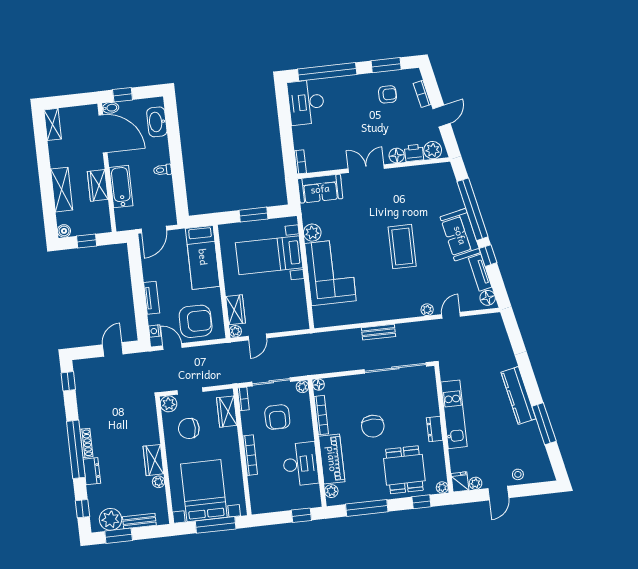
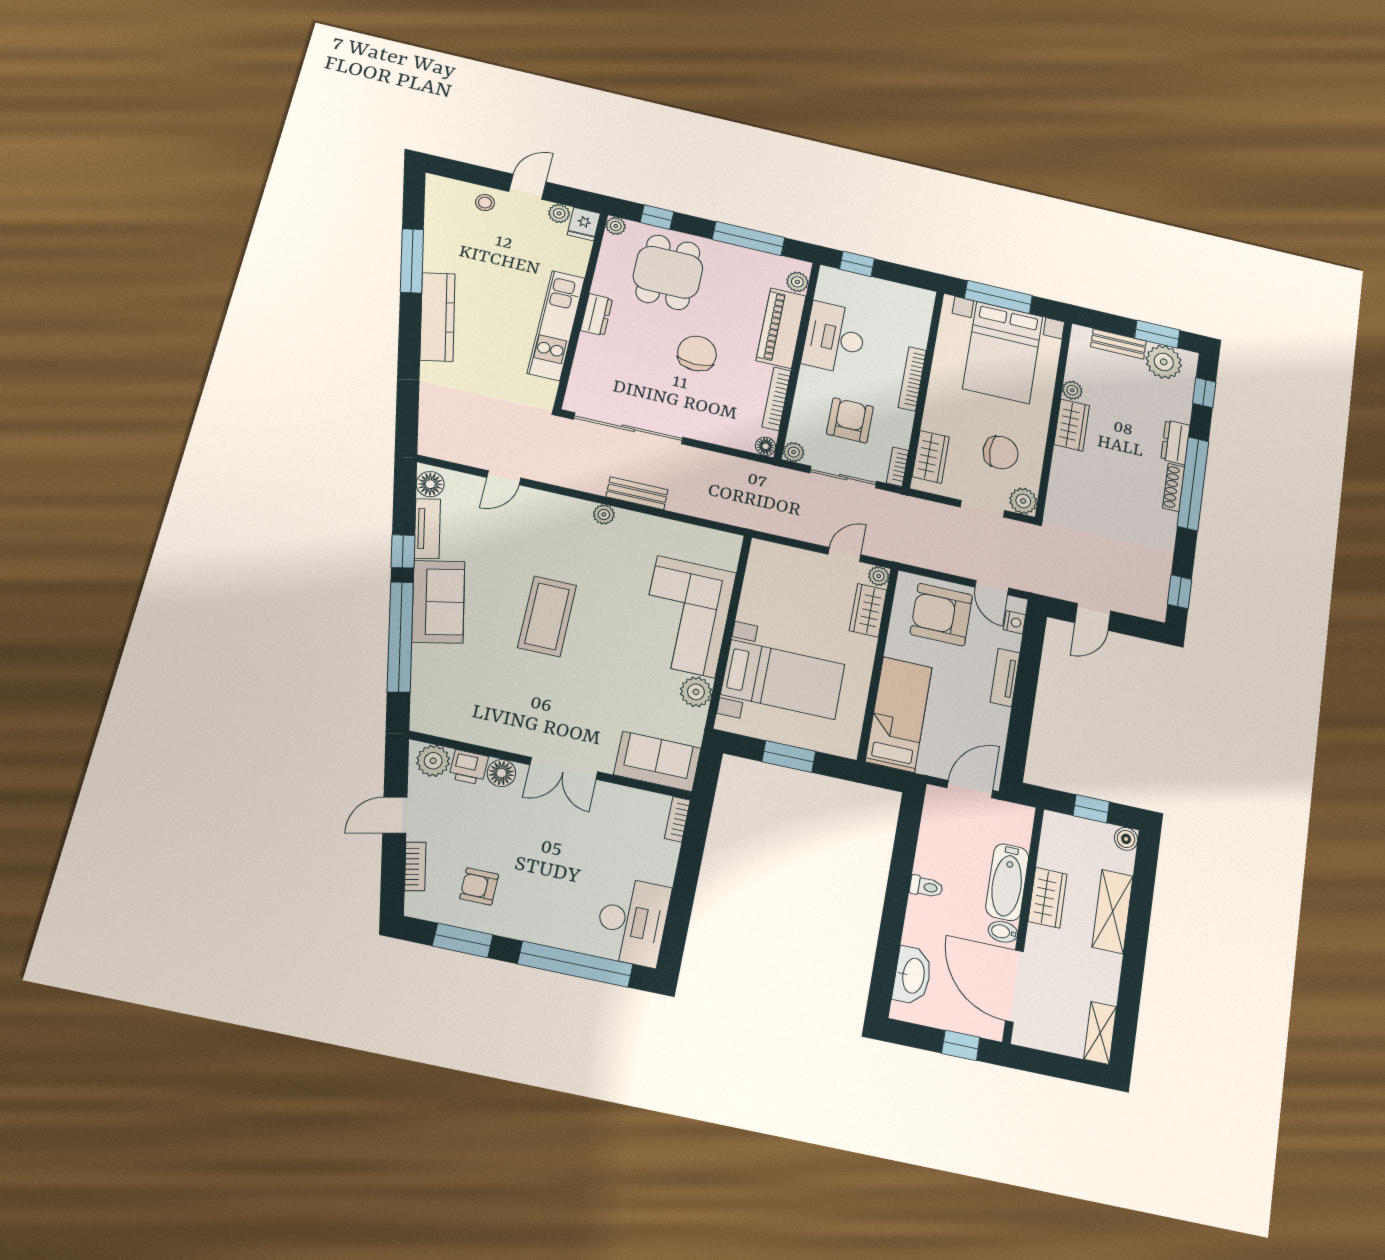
bidet: (111, 108) -> (1003, 932), moved
plant: (427, 310) -> (604, 514), moved

